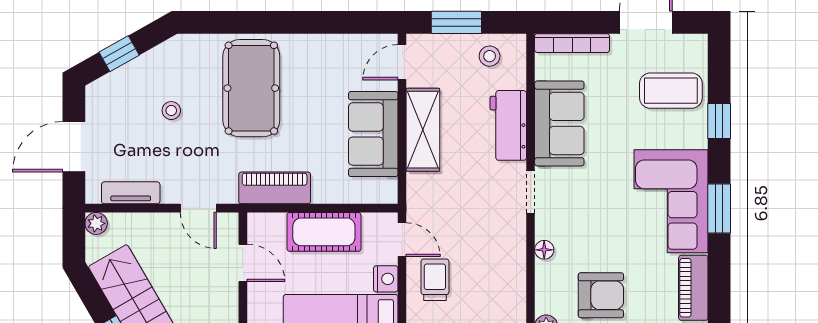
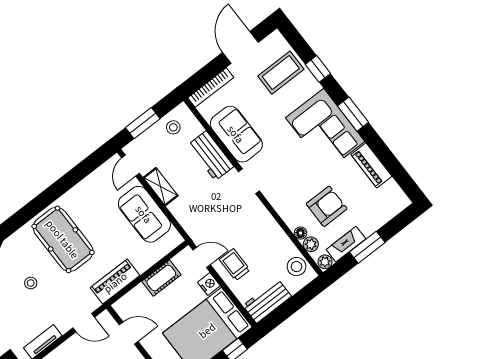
shelving: (423, 130) -> (161, 187), width x0.67, depth x0.75
cot: (324, 232) -> (161, 278), width x0.73, depth x0.75
floor lamp: (544, 250) -> (301, 233), moved

